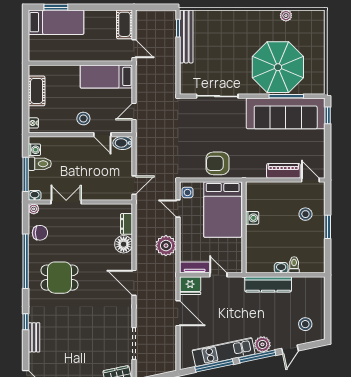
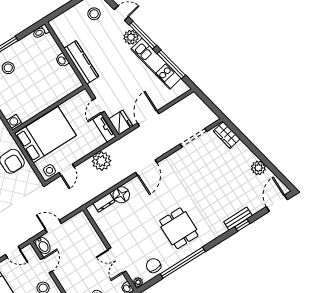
door: (134, 185) -> (53, 226), moved
washing machine: (252, 218) -> (14, 122), moved
toilet: (294, 265) -> (41, 32), moved
window: (26, 322) -> (242, 225), moved

